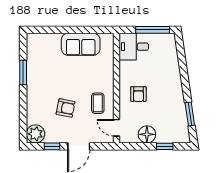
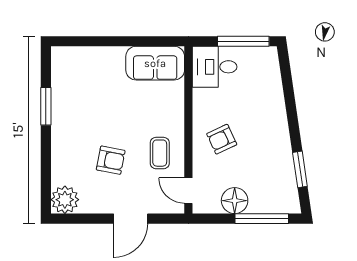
sofa: (81, 44) -> (155, 63), moved
armchair: (138, 94) -> (222, 139), turned 65
window: (52, 146) -> (90, 219), removed
window: (165, 146) -> (262, 219), width x2.17

